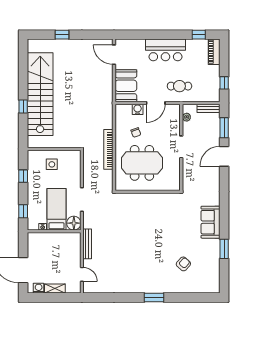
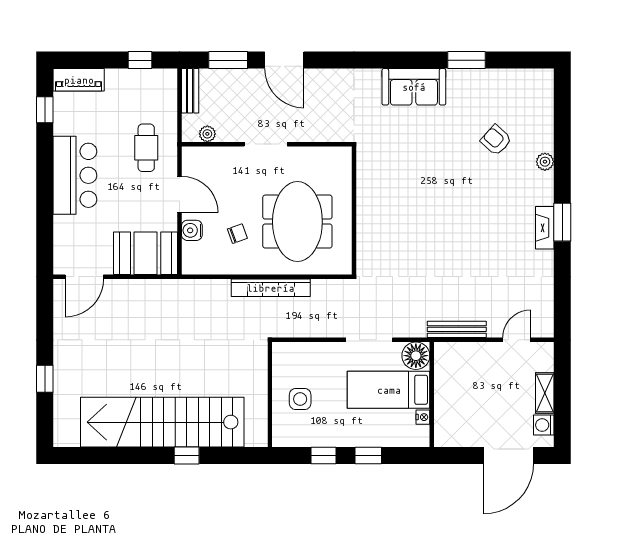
window: (23, 211) -> (368, 455), moved
fireplace: (139, 289) -> (545, 228), added
plant: (172, 289) -> (545, 162), added
window: (154, 298) -> (562, 222), moved

